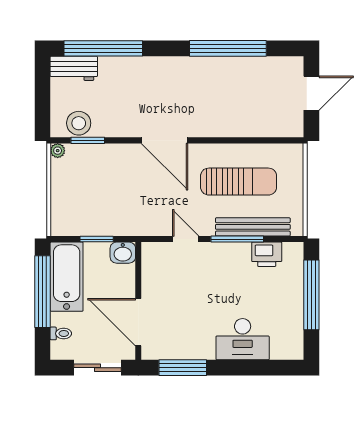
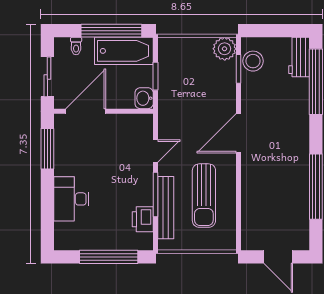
plant: (58, 151) -> (225, 49), width x1.88, depth x1.88

